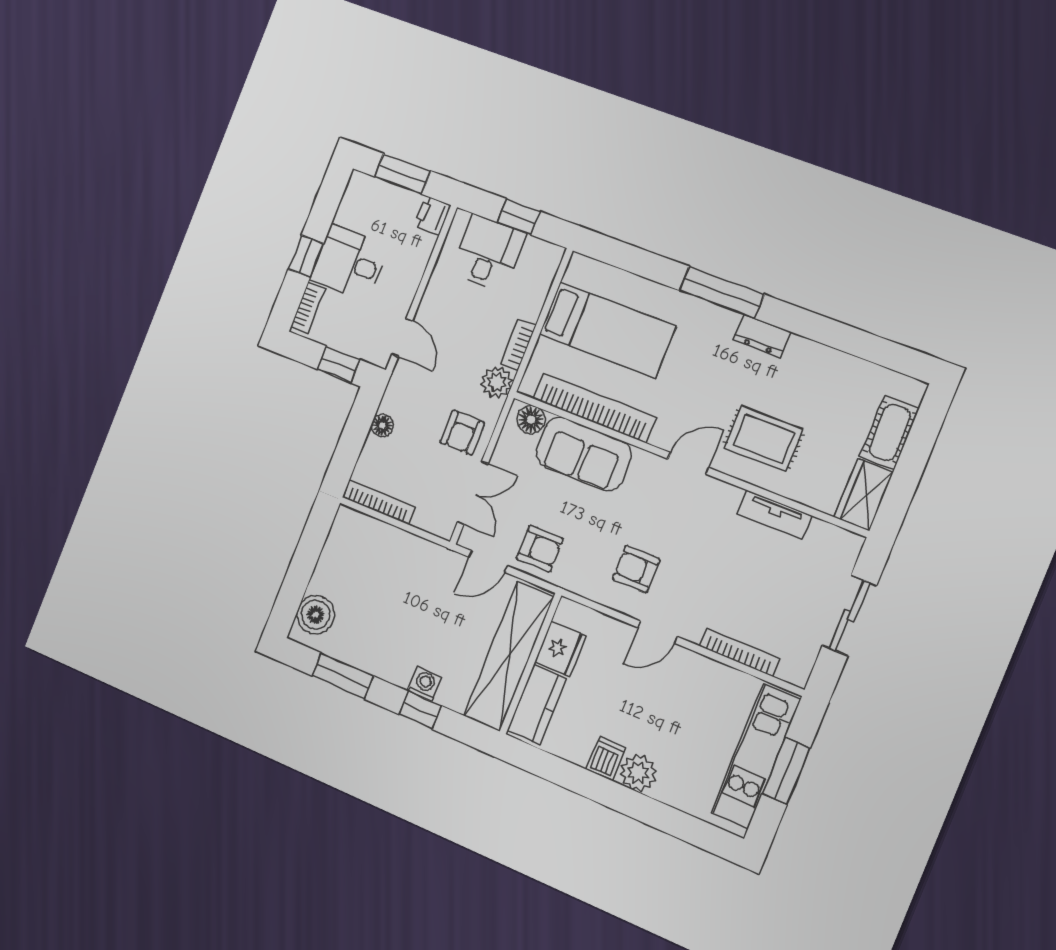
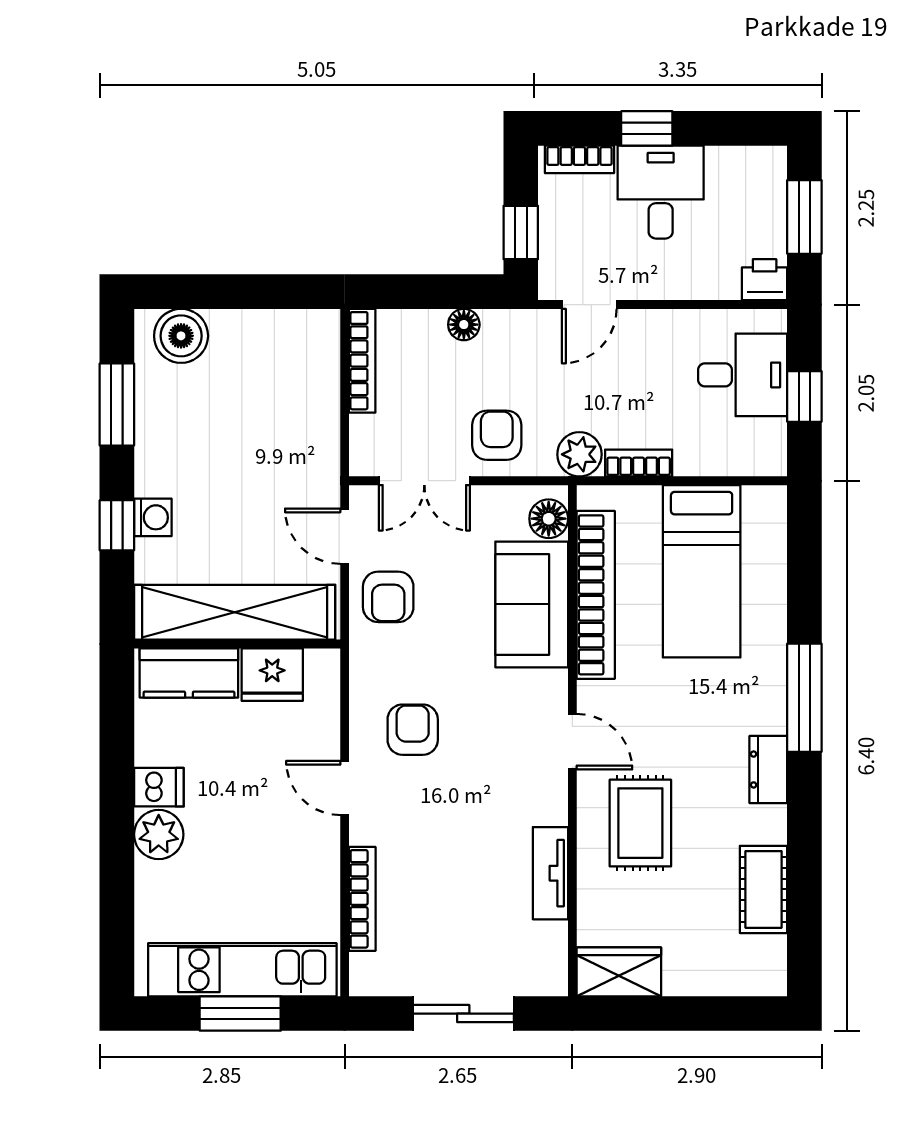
cot: (890, 432) -> (763, 889), moved, turned 90
armchair: (462, 433) -> (497, 435), turned 90

